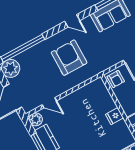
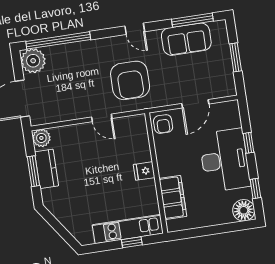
armchair: (69, 58) -> (130, 80), moved, turned 180
door: (49, 103) -> (102, 118), moved

